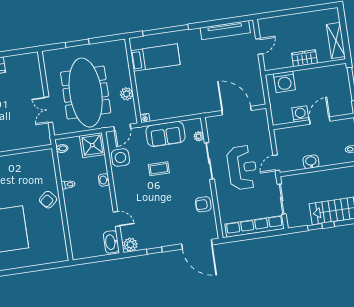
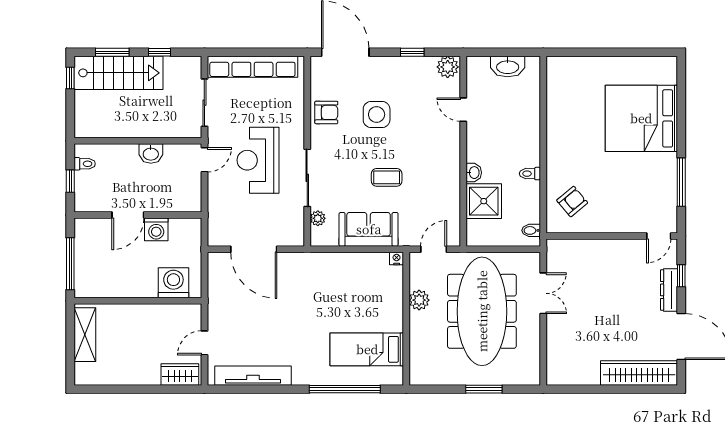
wardrobe: (304, 58) -> (180, 374), moved, turned 180
shower: (92, 145) -> (484, 201), moved
side table: (120, 158) -> (377, 114), moved
armchair: (48, 200) -> (572, 202), moved
washbasin: (111, 242) -> (508, 67), moved, turned 90

